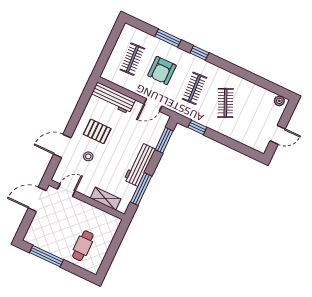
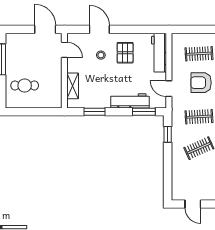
workbench: (140, 165) -> (130, 101), moved
window: (141, 189) -> (95, 112), width x0.69

